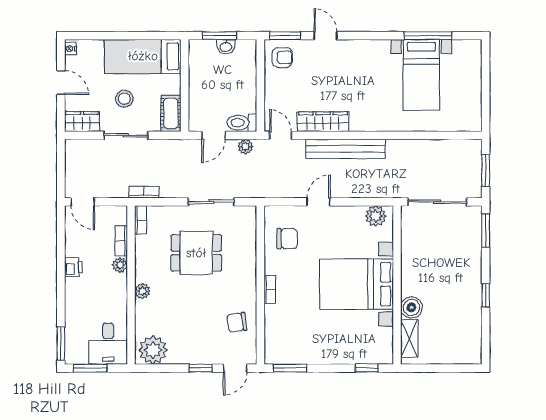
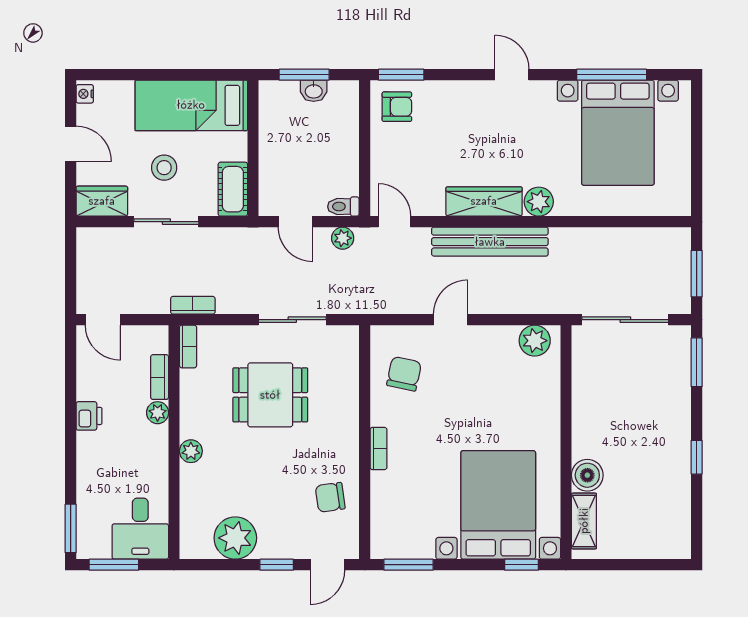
door: (325, 36) -> (512, 75), moved
bed with nightstands: (421, 75) -> (618, 133), width x1.36
wardrobe: (323, 122) -> (484, 201), moved
plant: (379, 122) -> (539, 202), added
toilet: (242, 123) -> (343, 207), width x0.73, depth x0.72
door: (213, 135) -> (296, 222), hinge flipped
chair: (287, 239) -> (404, 374), turned -78
bed with nightstands: (357, 284) -> (498, 505), moved, turned 90
plant: (153, 350) -> (235, 538), moved

